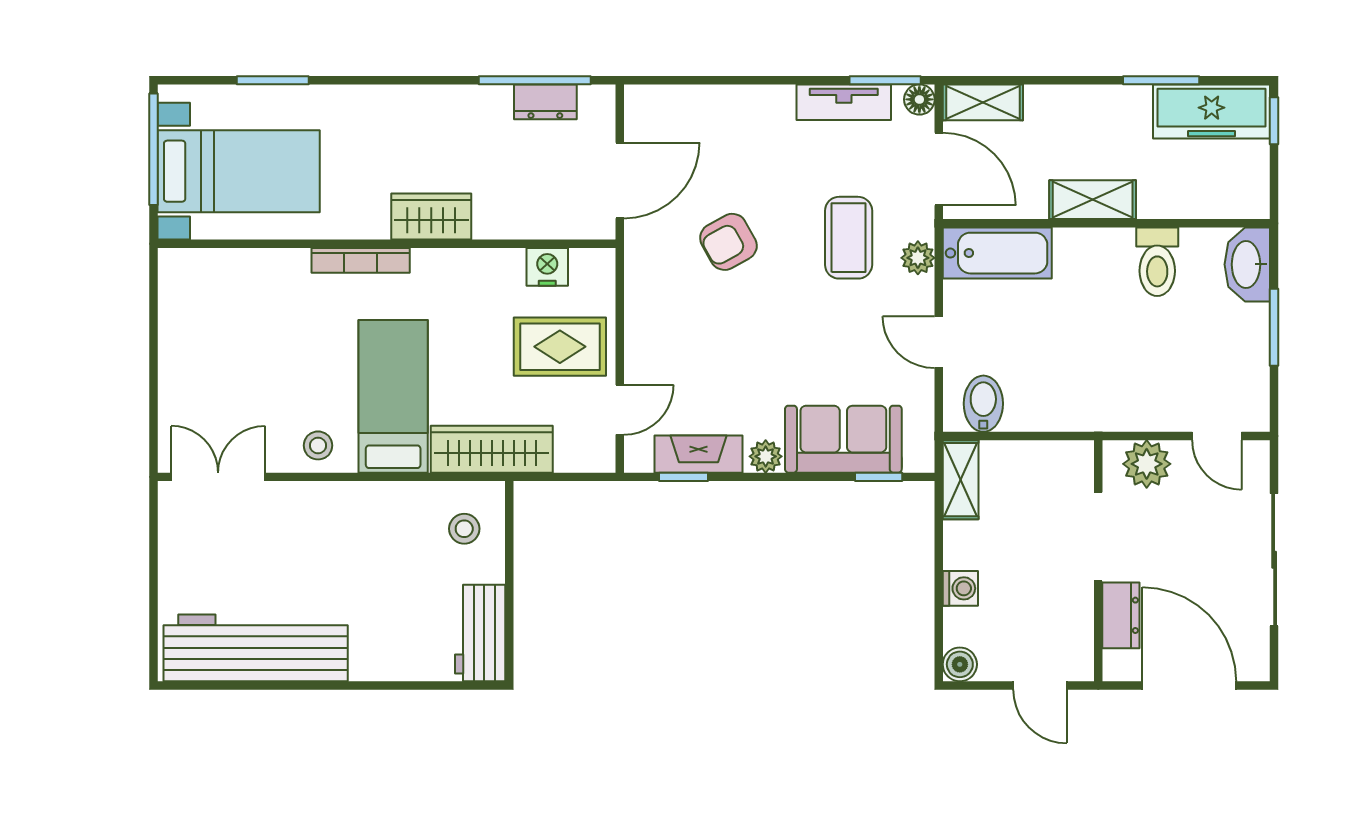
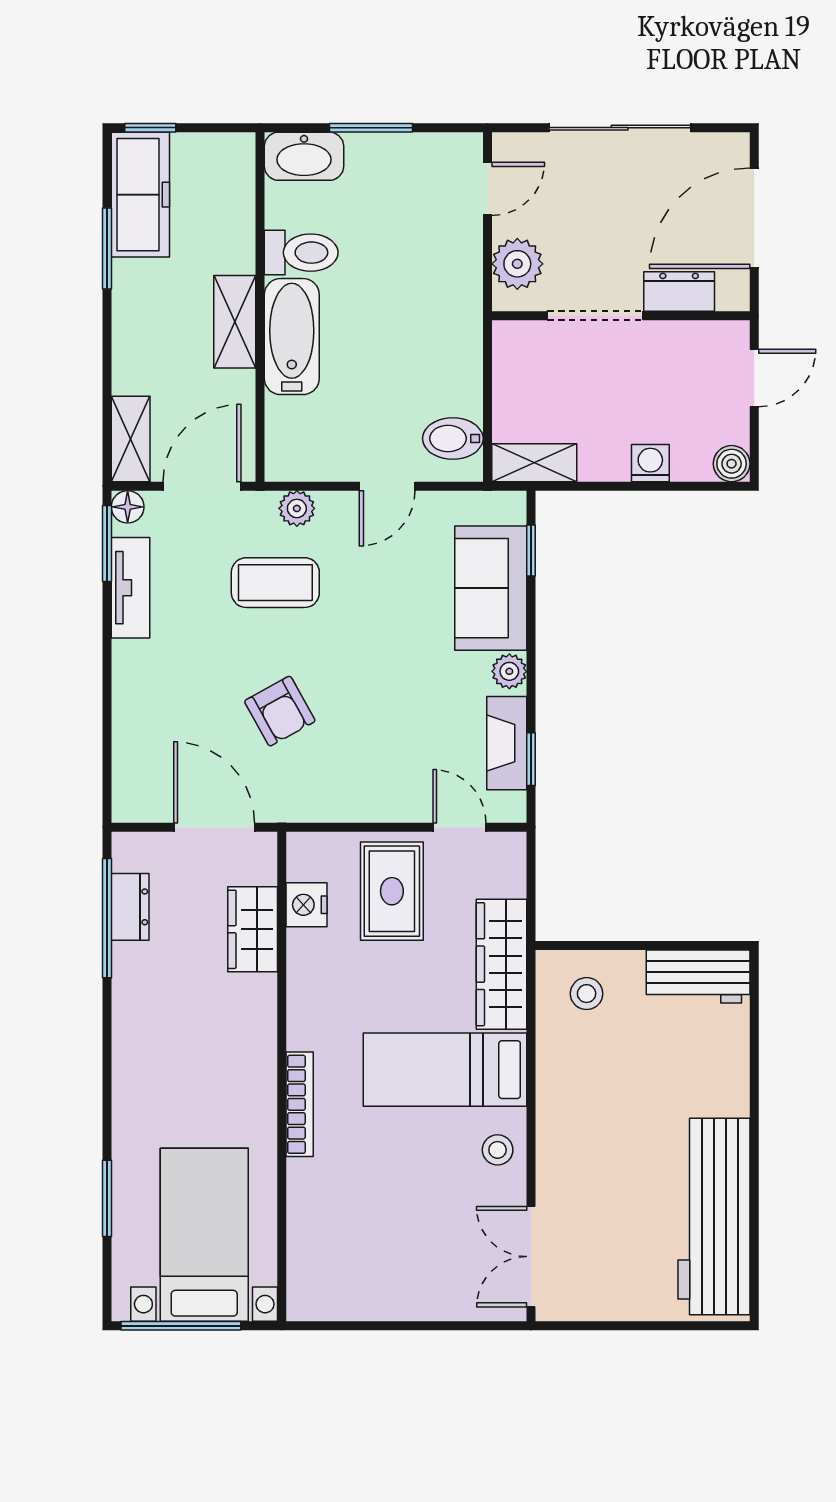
wardrobe: (431, 217) -> (253, 929), moved
bathtub: (997, 253) -> (292, 337), moved

